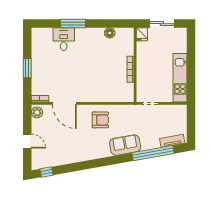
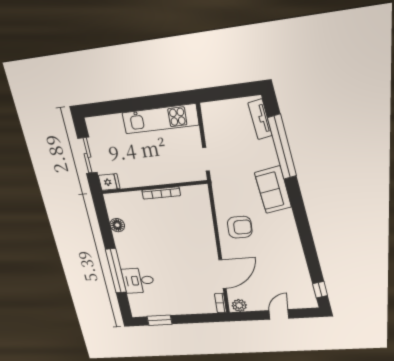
window: (73, 24) -> (116, 271), width x1.46
window: (27, 68) -> (160, 320), moved
armchair: (100, 120) -> (240, 227), turned 90

